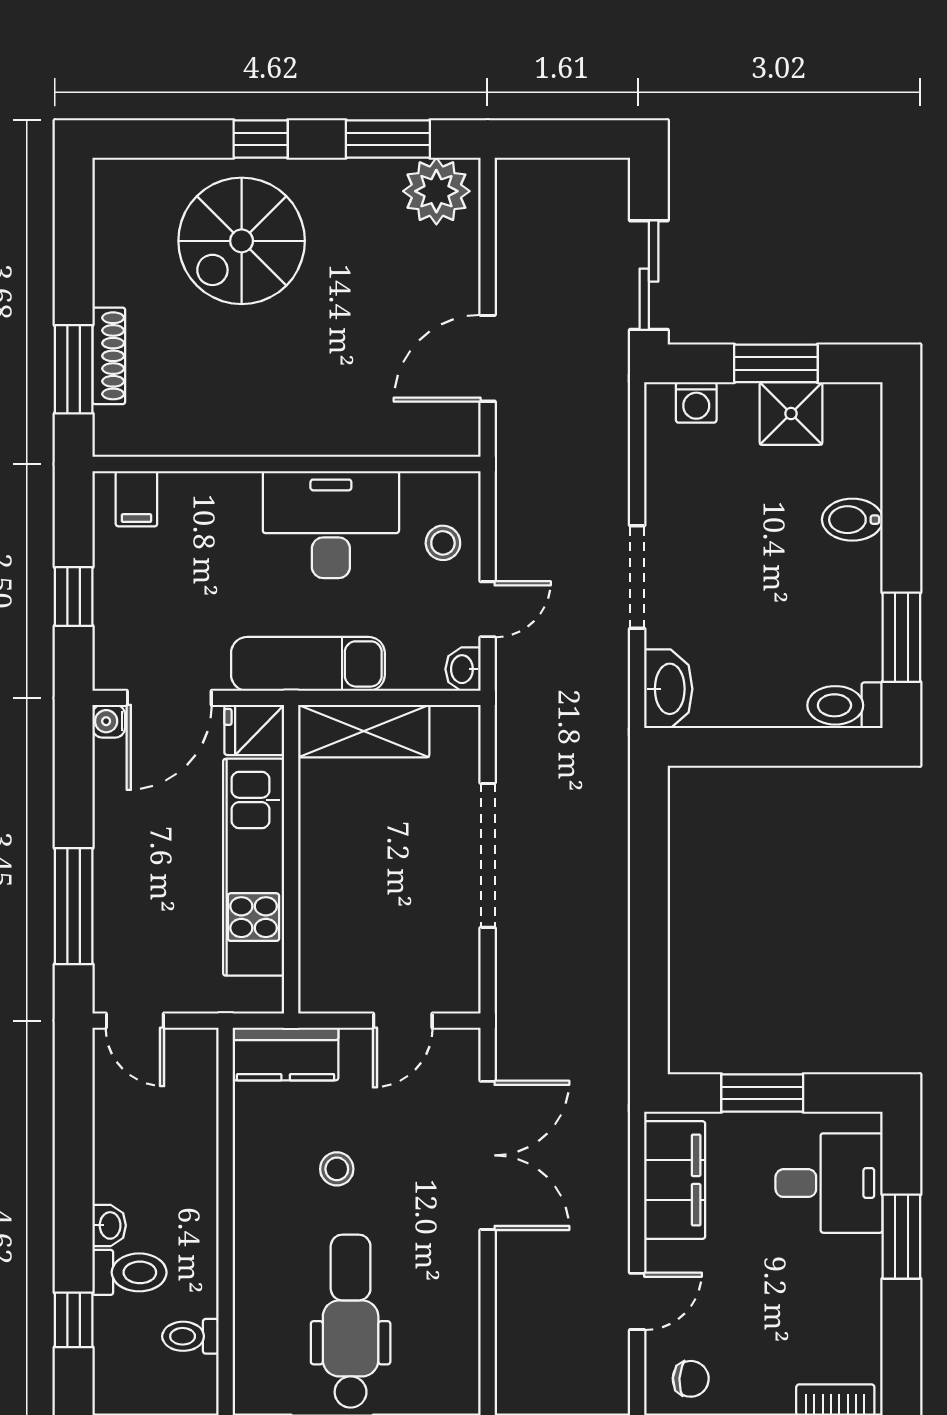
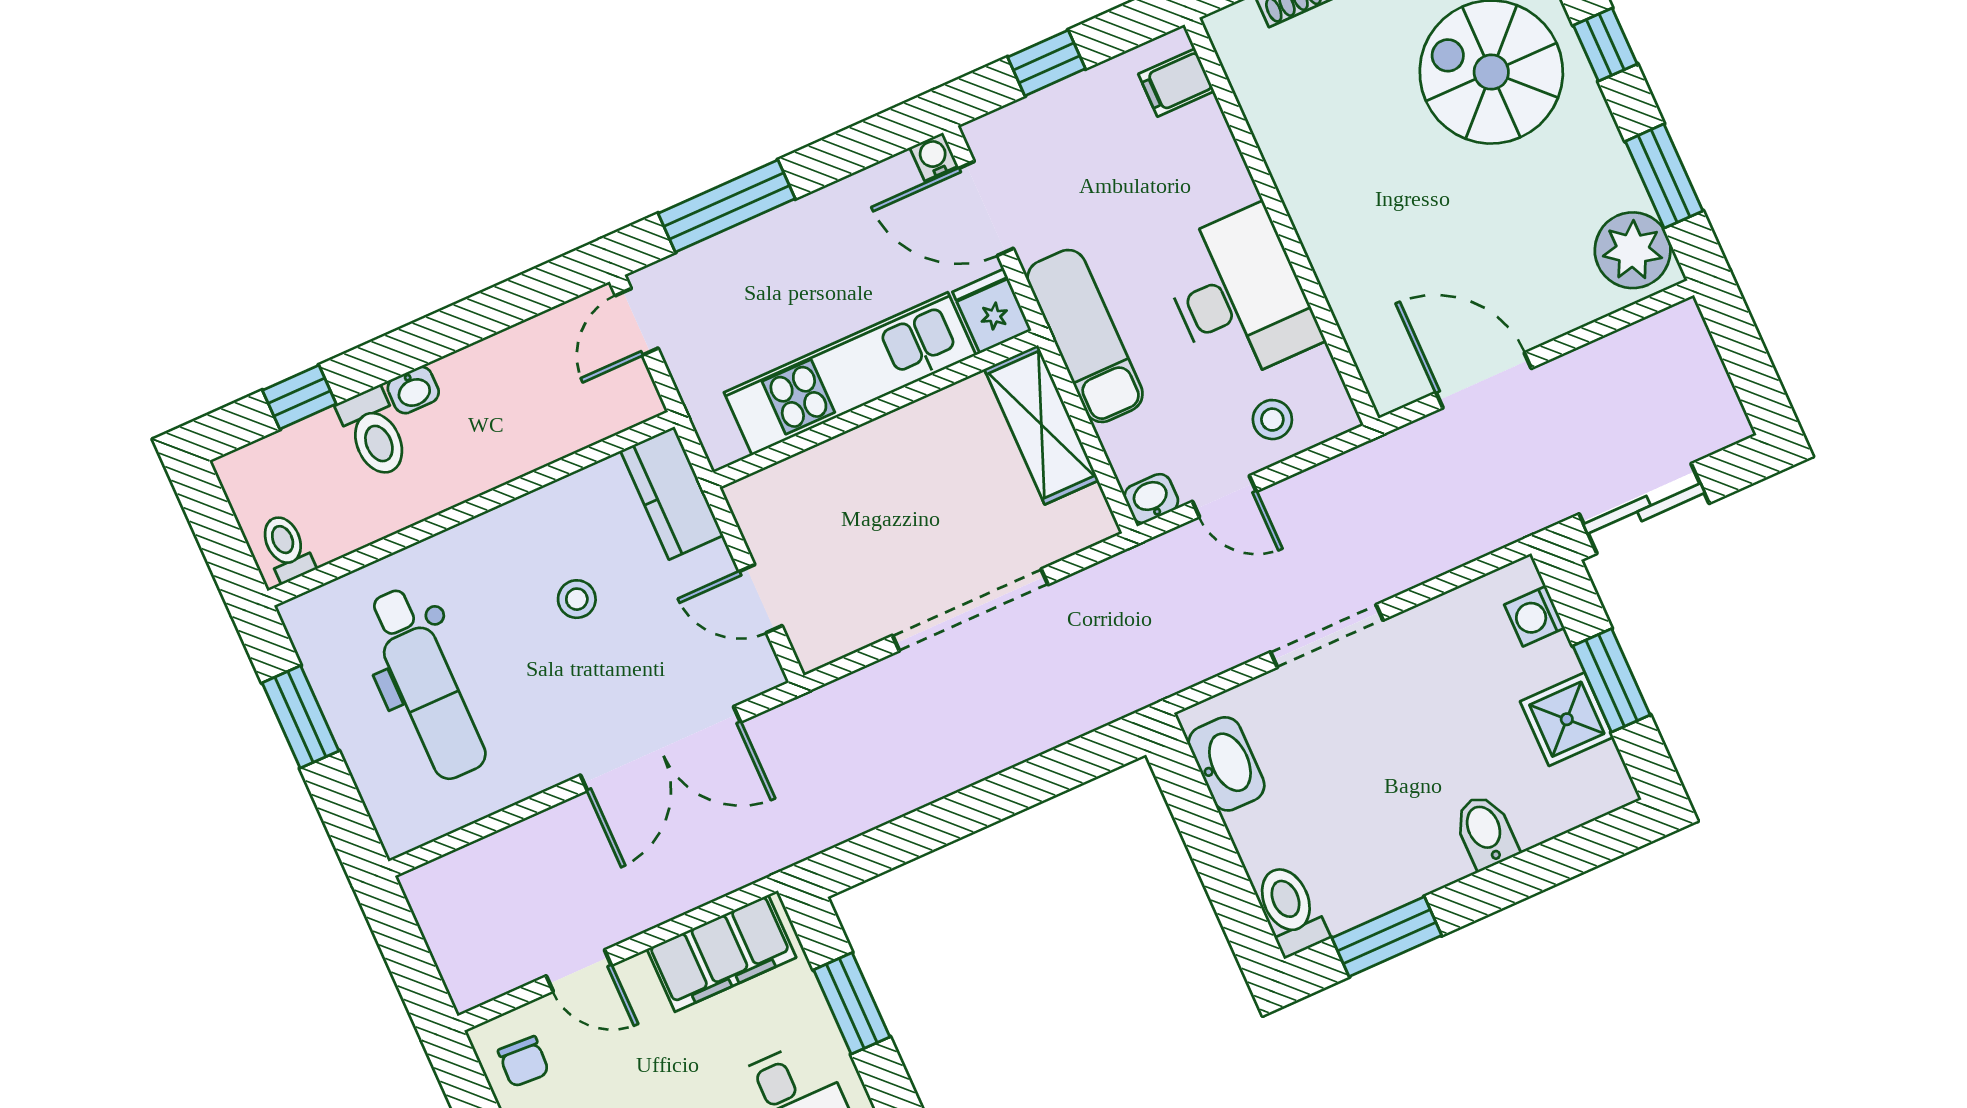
washbasin: (668, 689) -> (1226, 764), moved, turned -90
dental chair: (351, 1321) -> (426, 684), turned 90
toilet: (190, 1336) -> (286, 548), moved

